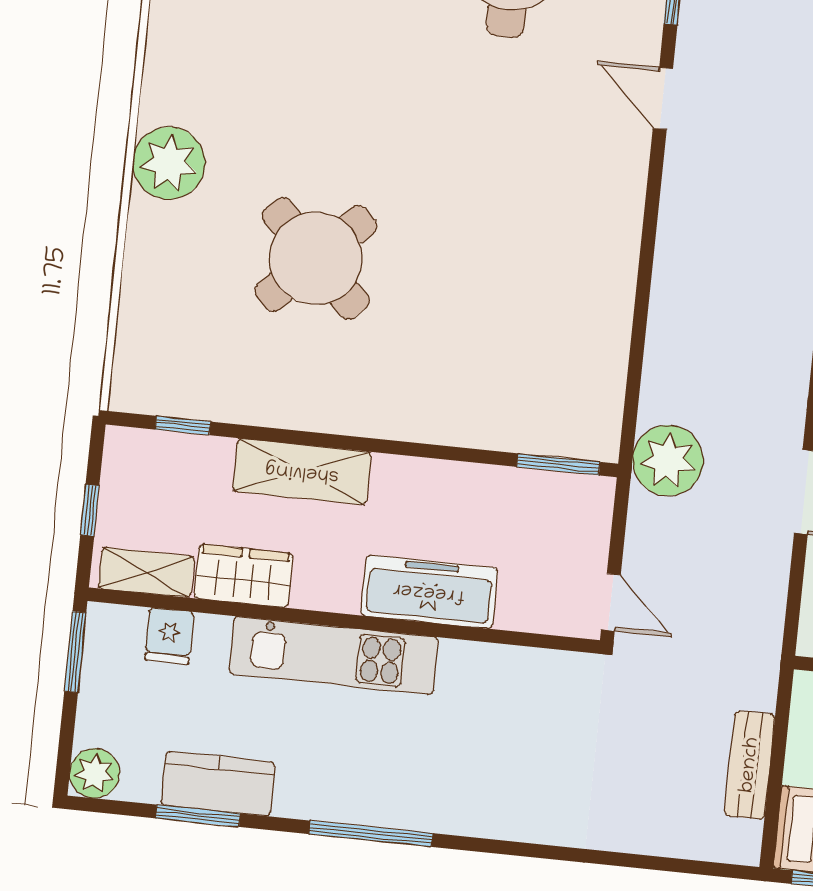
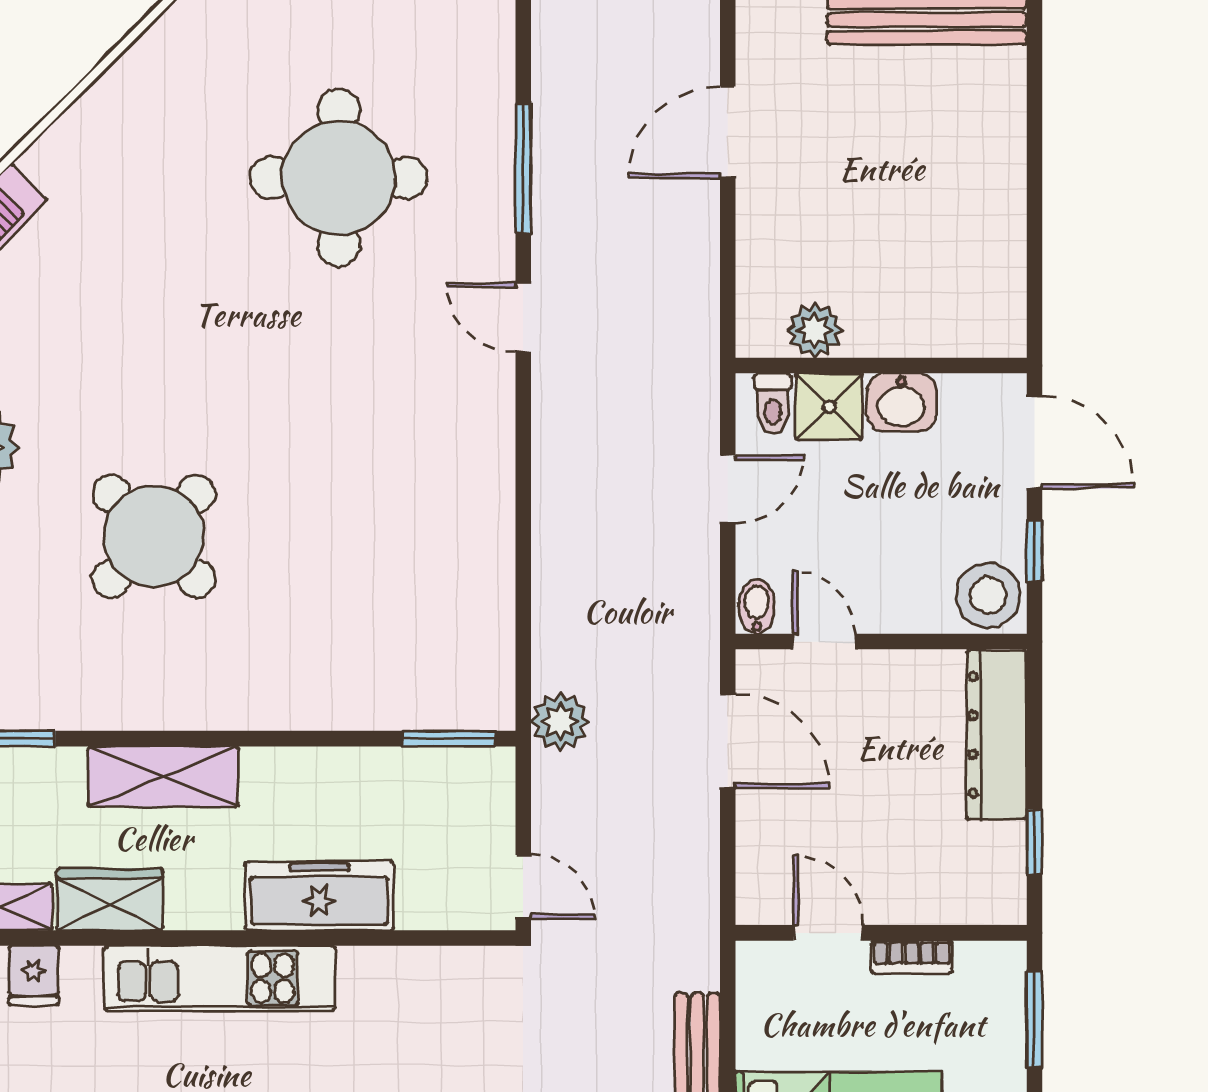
plant: (668, 460) -> (560, 722), width x0.73, depth x0.73

